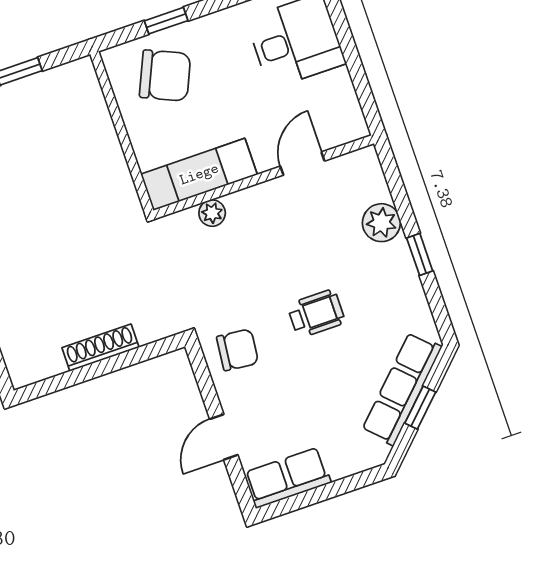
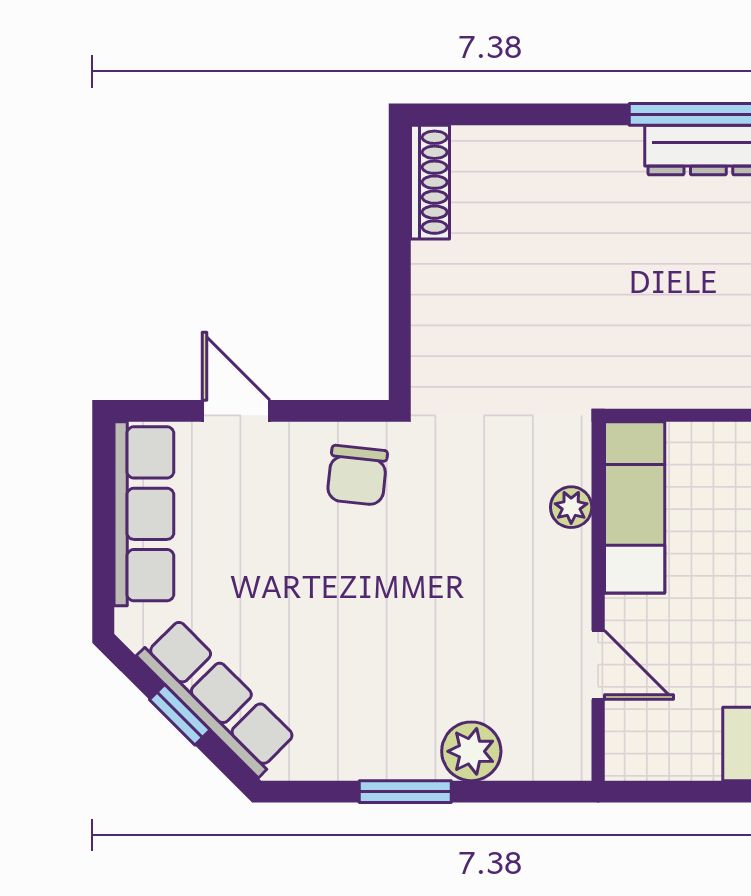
window: (420, 254) -> (405, 792), width x1.50
wheelchair: (316, 314) -> (371, 609), removed
shoe rack: (100, 348) -> (430, 182), moved
row of seats: (287, 478) -> (144, 514), width x1.48

